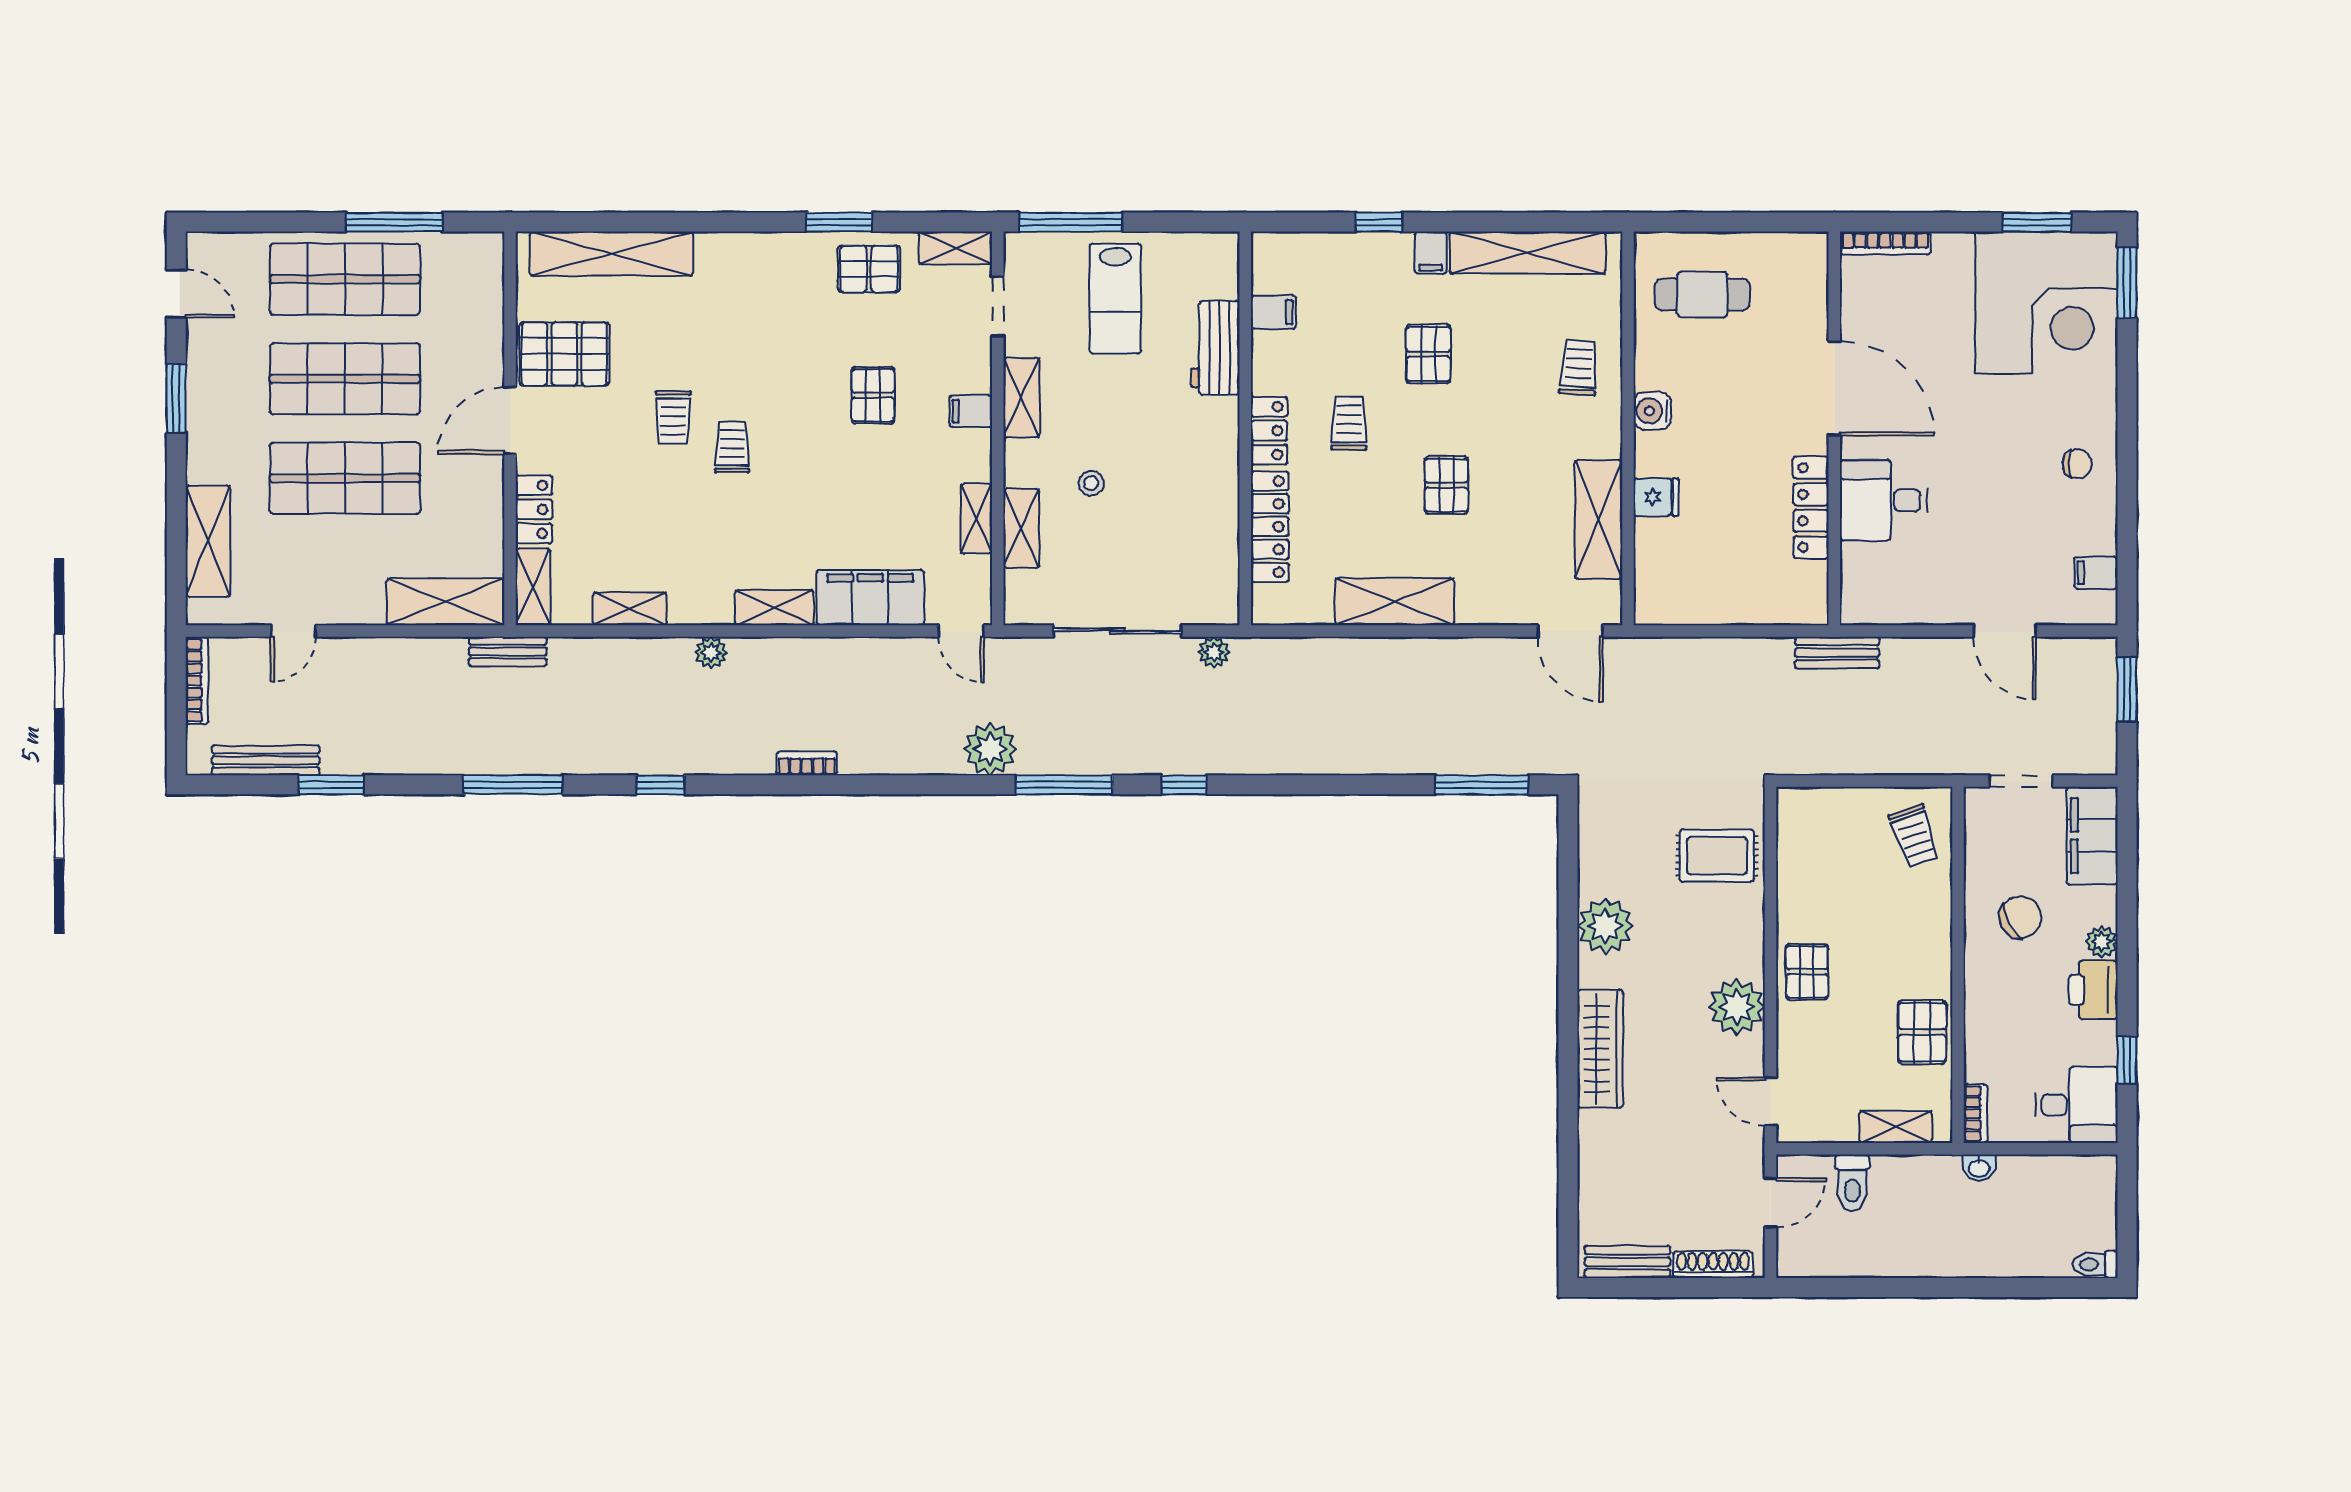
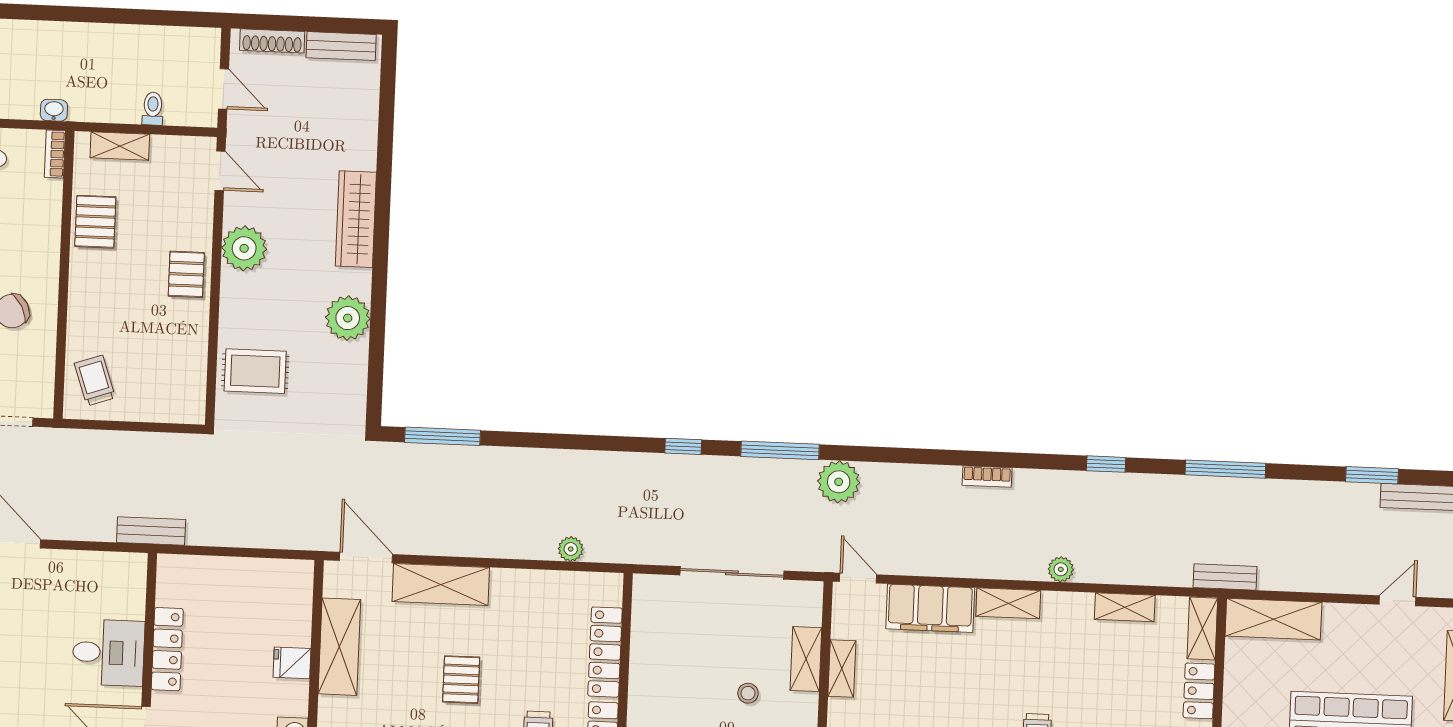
shelving: (1395, 602) -> (441, 584), moved
plant: (1214, 652) -> (571, 549), moved
toilet: (1852, 1183) -> (153, 109), width x0.73, depth x0.72
door: (1771, 1203) -> (224, 89), swing flipped

